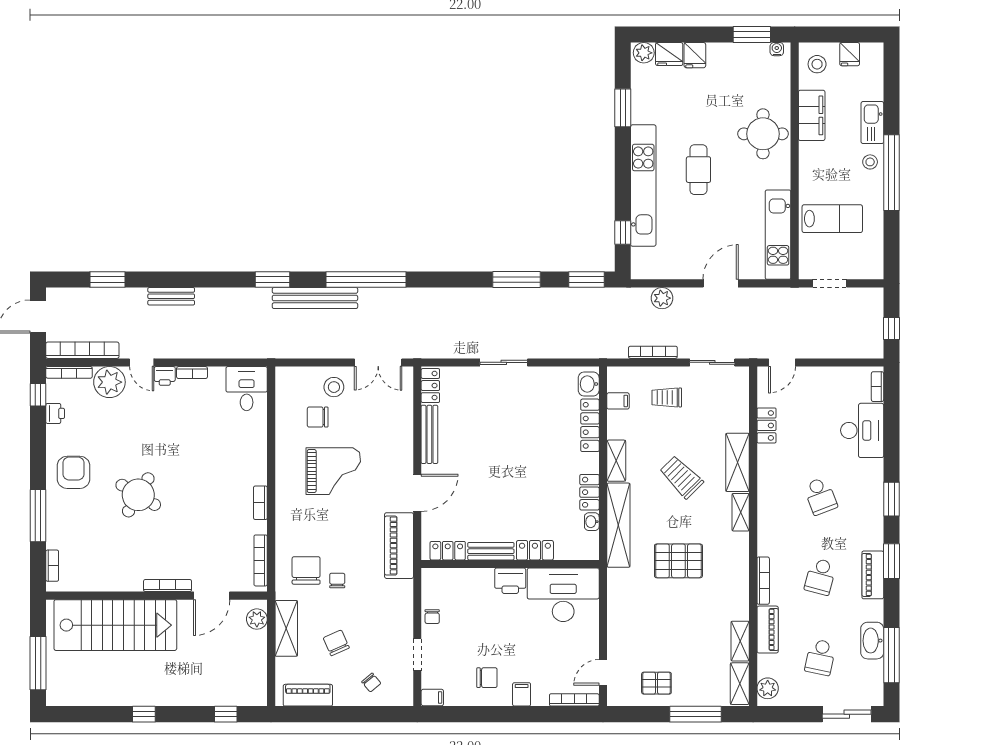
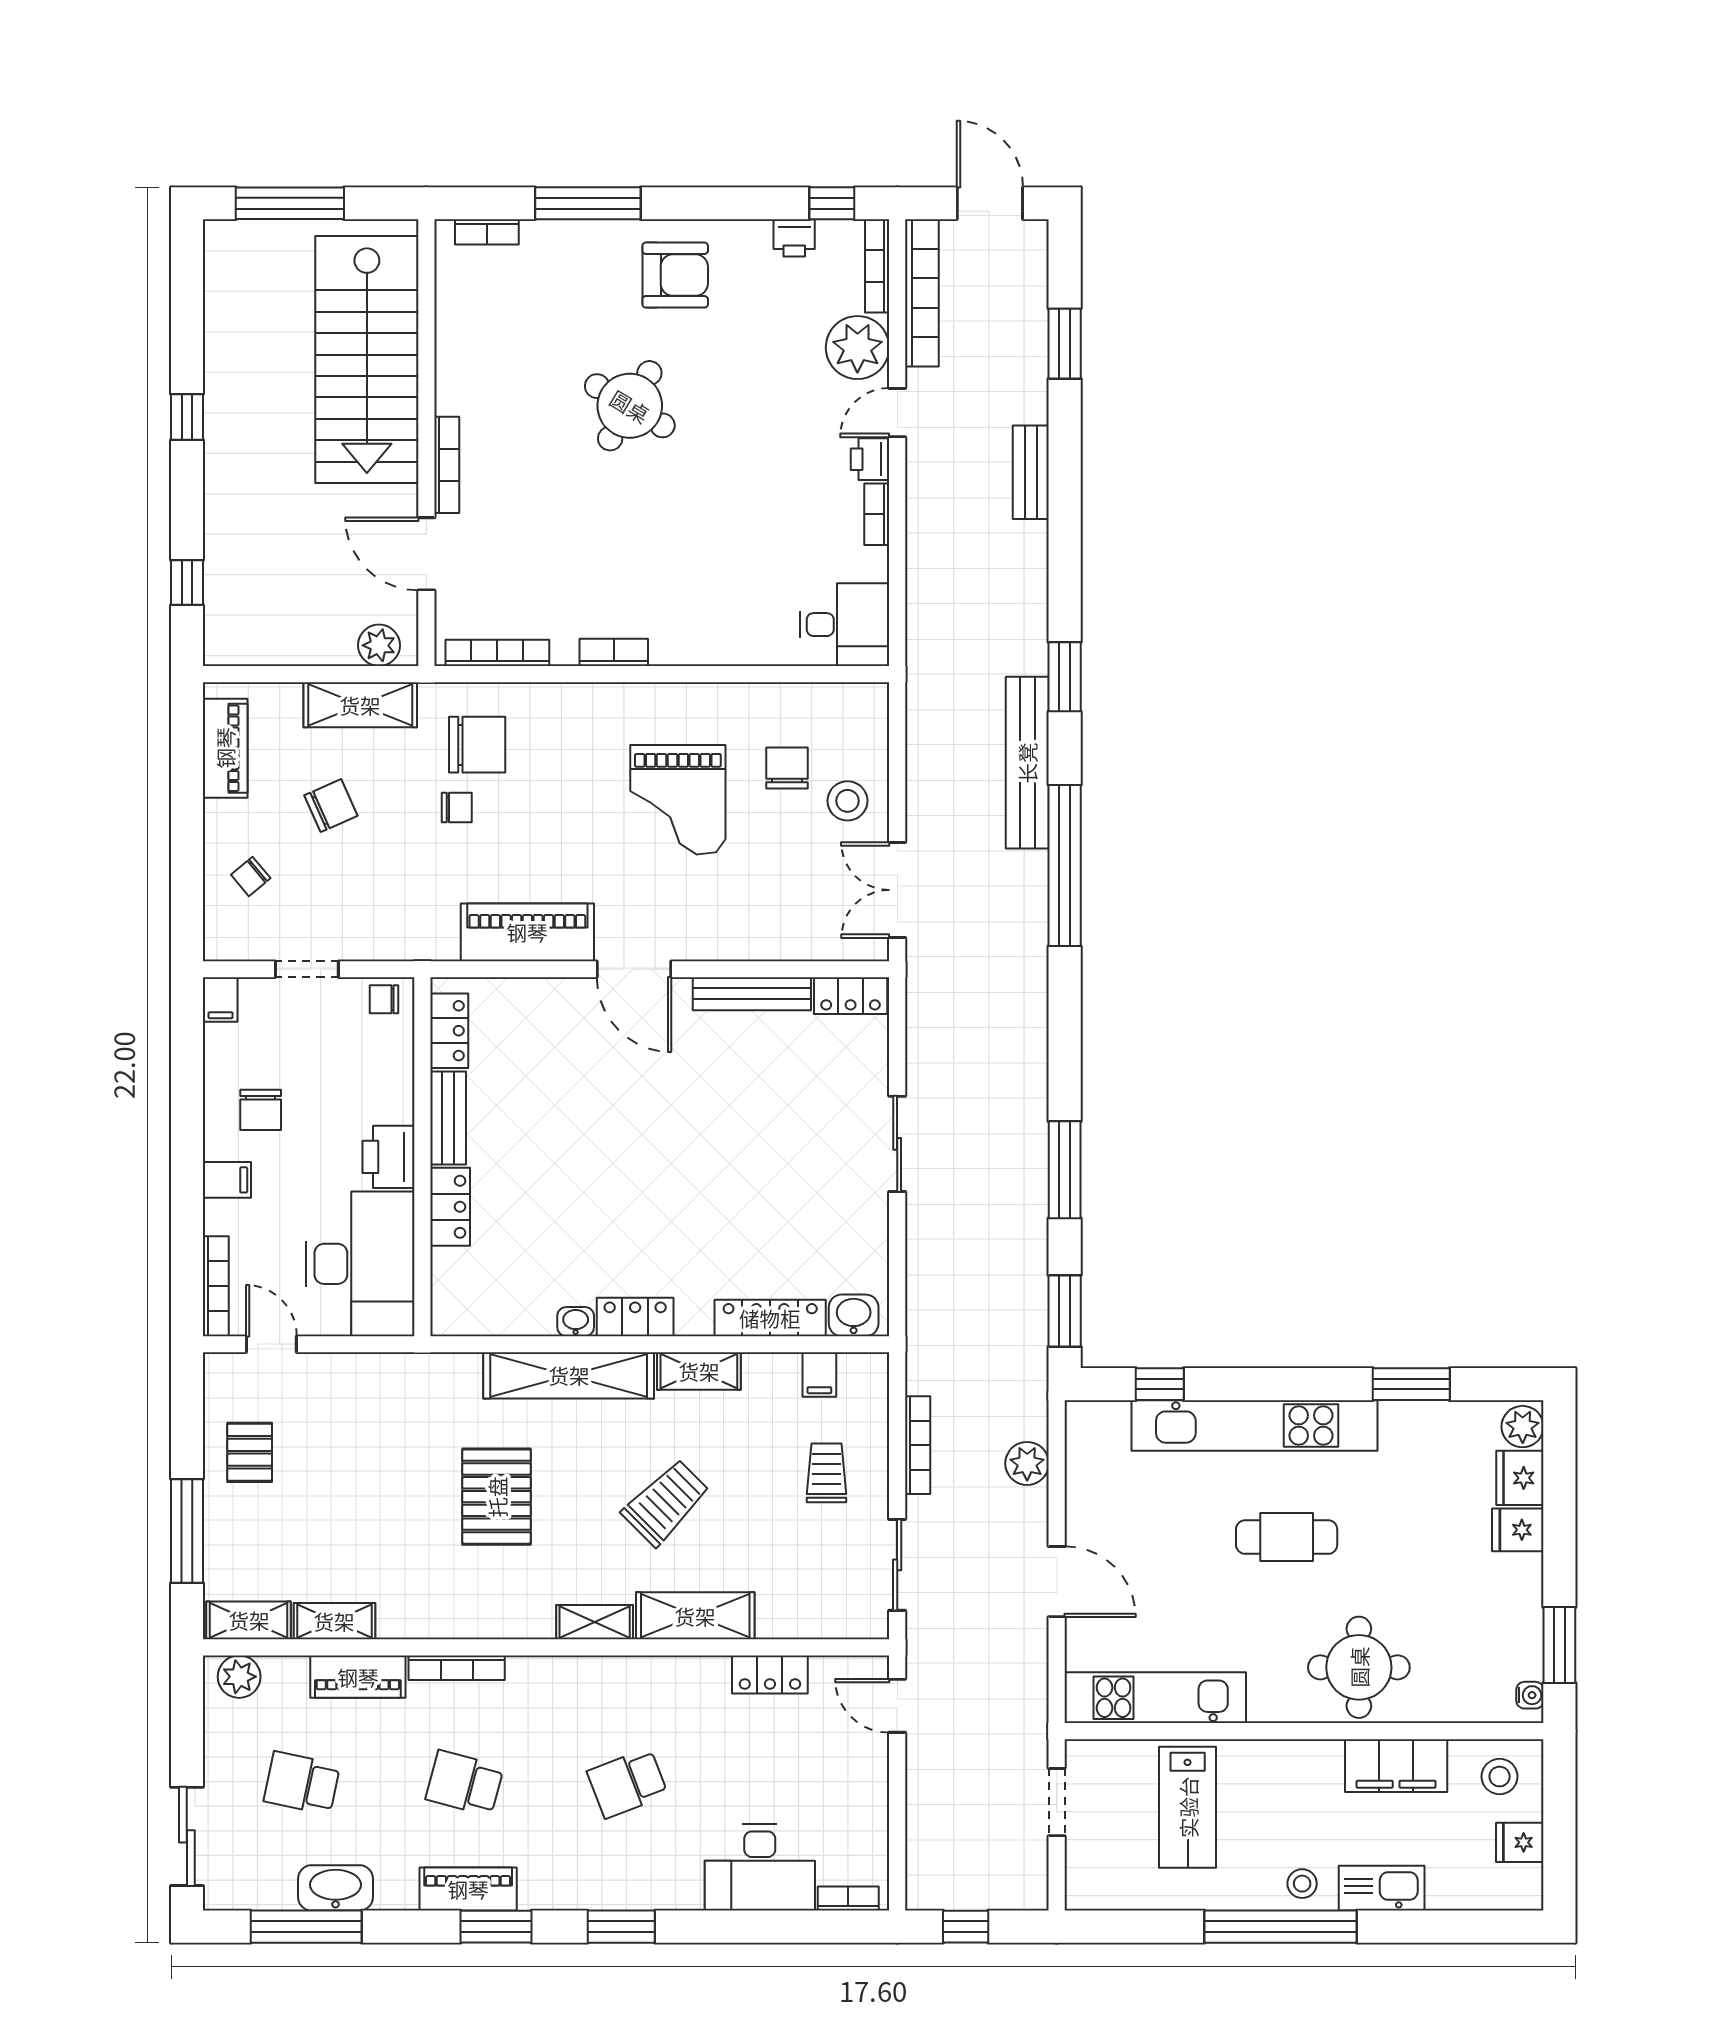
locker: (535, 550) -> (450, 1207), moved
locker: (448, 551) -> (449, 1031), moved
bench: (491, 551) -> (448, 1118), moved
wall: (510, 564) -> (422, 1157), moved
printer: (510, 581) -> (389, 1157), moved
desk: (563, 595) -> (360, 1264), moved

